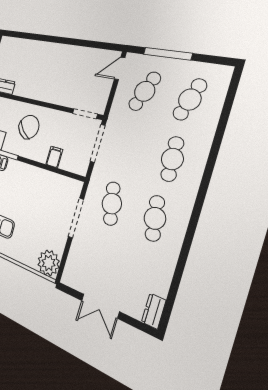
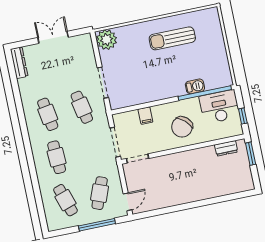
cafe table: (190, 100) -> (66, 200), turned -36
dresser: (154, 311) -> (19, 63), width x1.44

